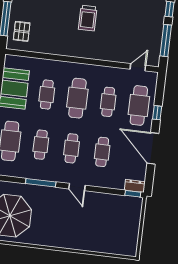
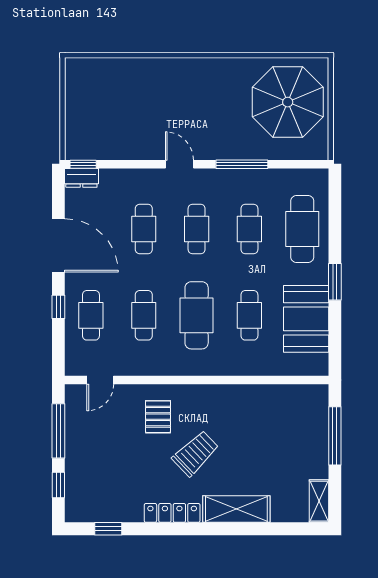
trolley: (88, 18) -> (195, 453), turned 46
pallet: (22, 31) -> (158, 417), moved
cafe table: (139, 105) -> (91, 315), width x0.73, depth x0.74

